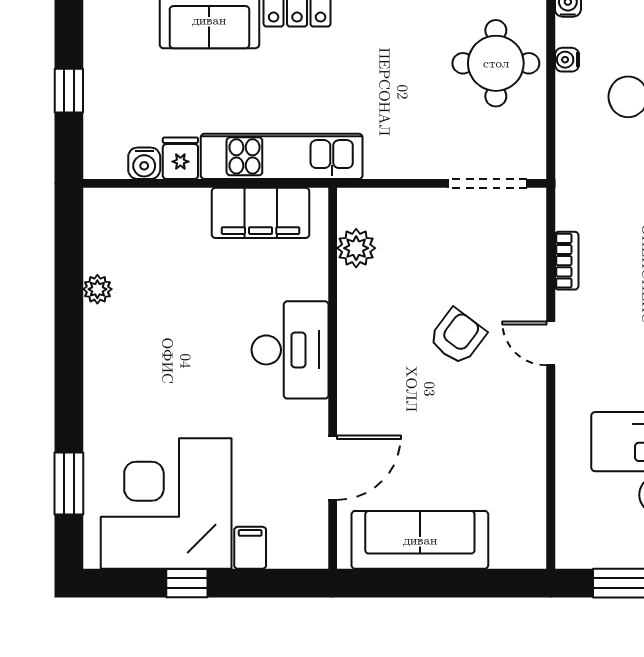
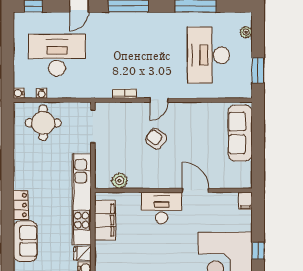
kitchen unit: (282, 156) -> (82, 199), width x1.36
door: (333, 468) -> (195, 190), moved
sofa: (420, 540) -> (240, 133), moved
filing cabinet: (250, 548) -> (246, 201), moved, turned -90

